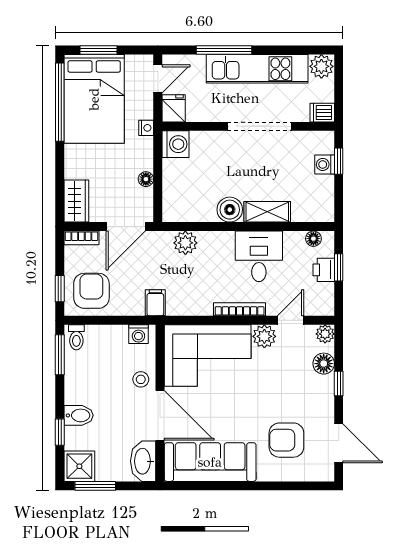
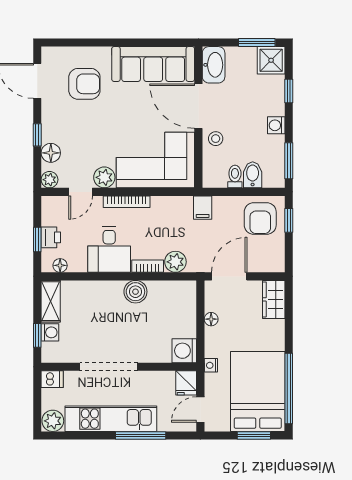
shelving: (267, 212) -> (51, 301), moved, turned 90
bookcase: (81, 238) -> (148, 266), moved
washing machine: (138, 334) -> (276, 125), moved, turned -90
toilet: (76, 337) -> (235, 177), moved
bidet: (79, 415) -> (253, 175), moved, turned 90

